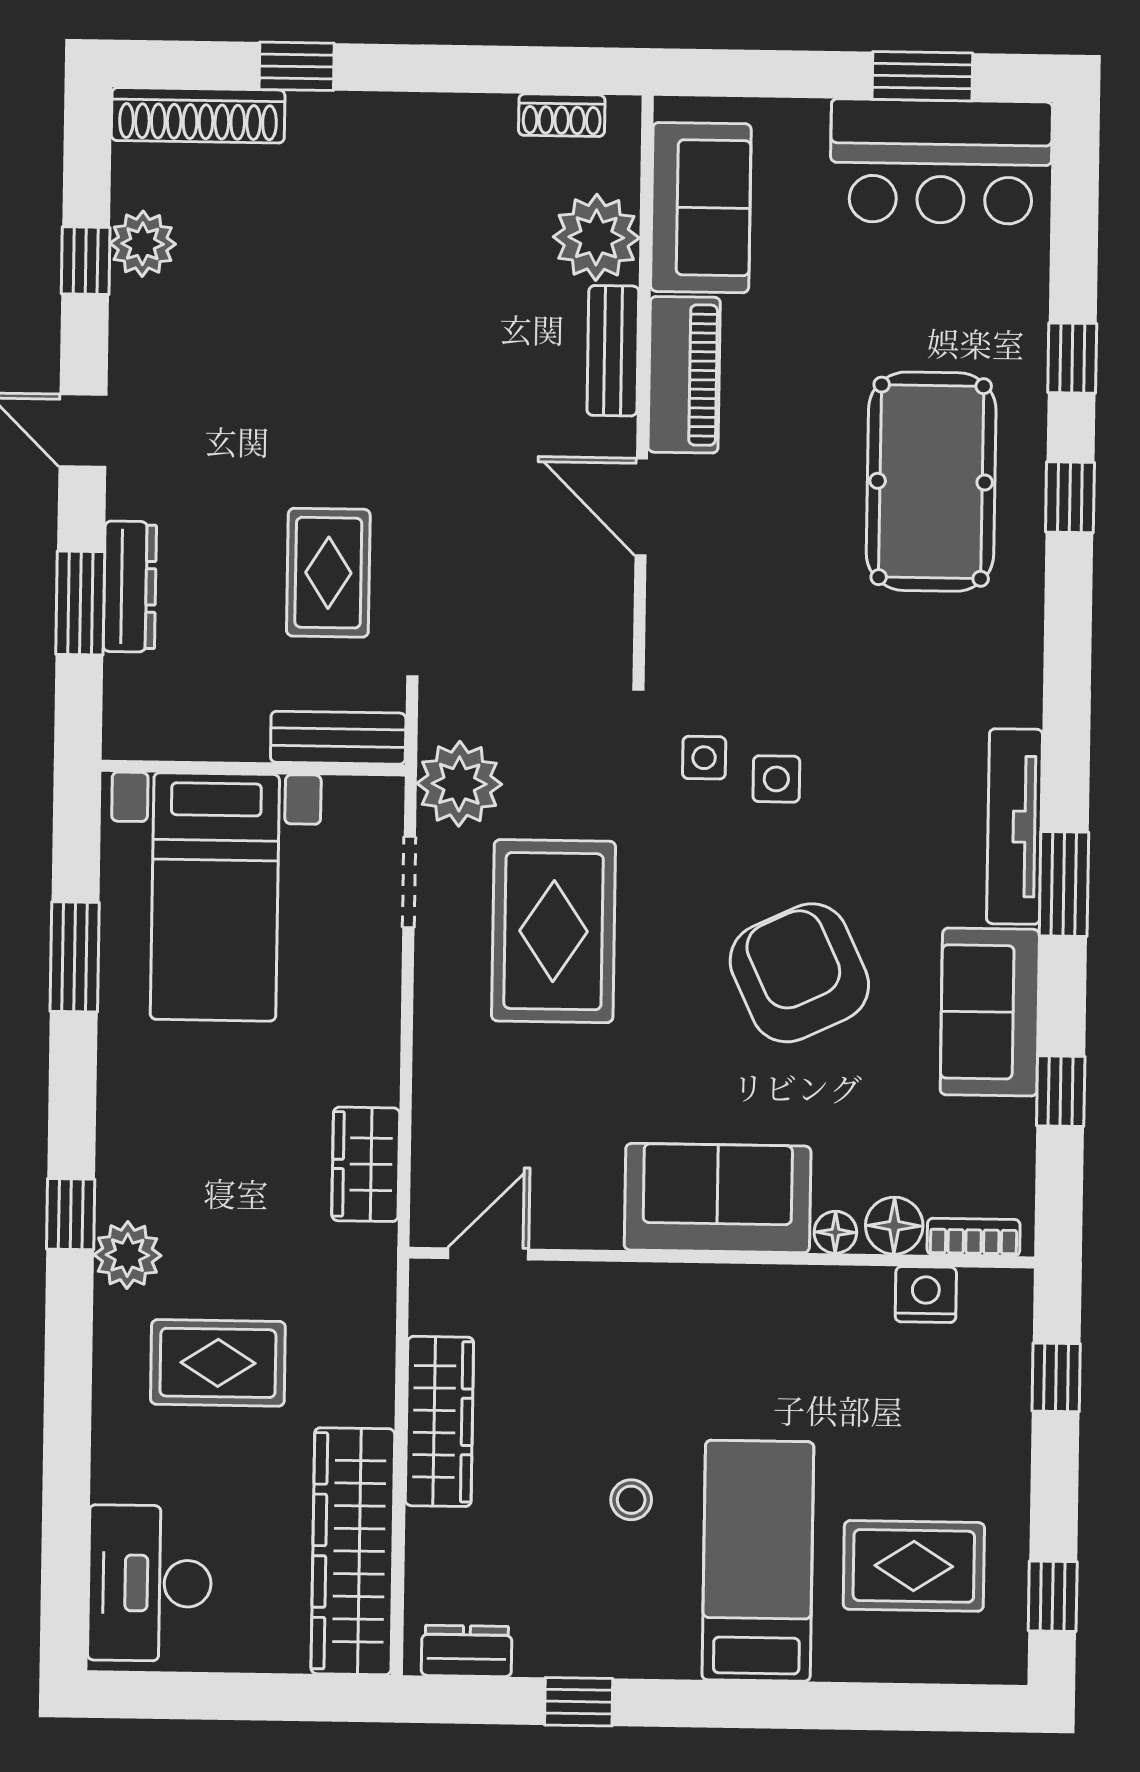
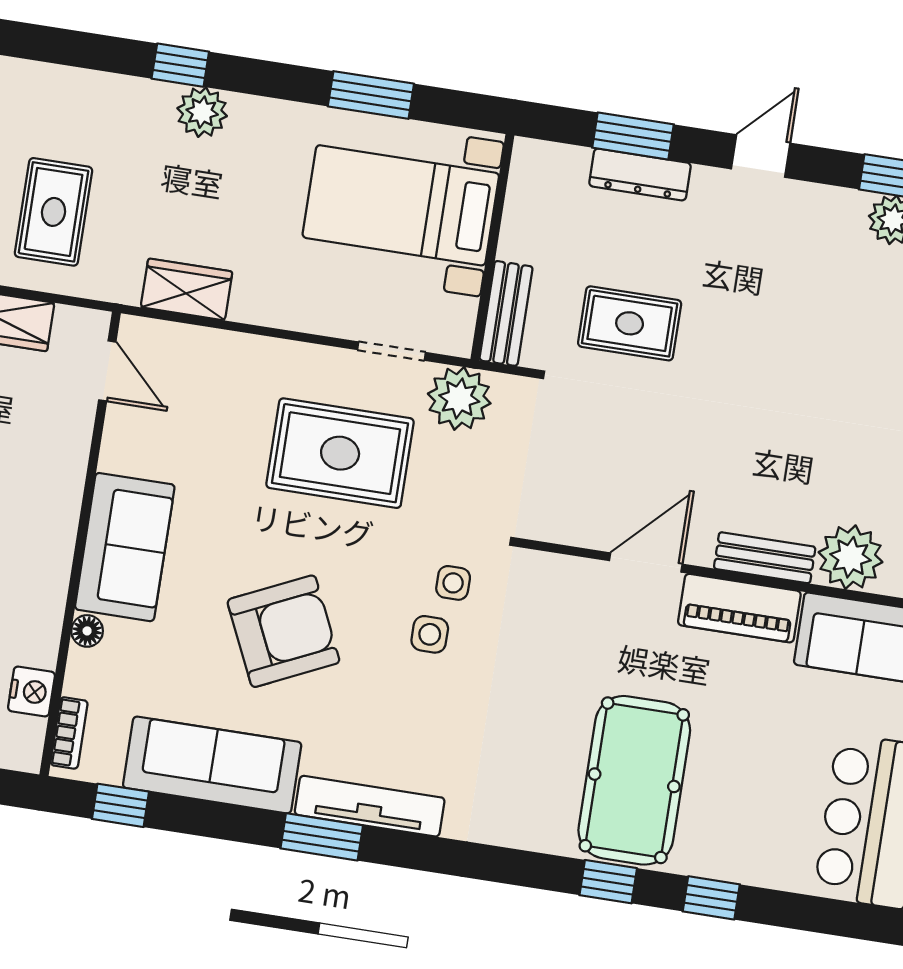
pool table: (931, 482) -> (634, 780), turned 90
sofa: (990, 1012) -> (212, 765), width x1.36
window: (1061, 1091) -> (120, 805), moved
floor lamp: (894, 1226) -> (86, 675), removed
plant: (127, 1255) -> (202, 112), moved
rug: (218, 1363) -> (54, 212), moved

